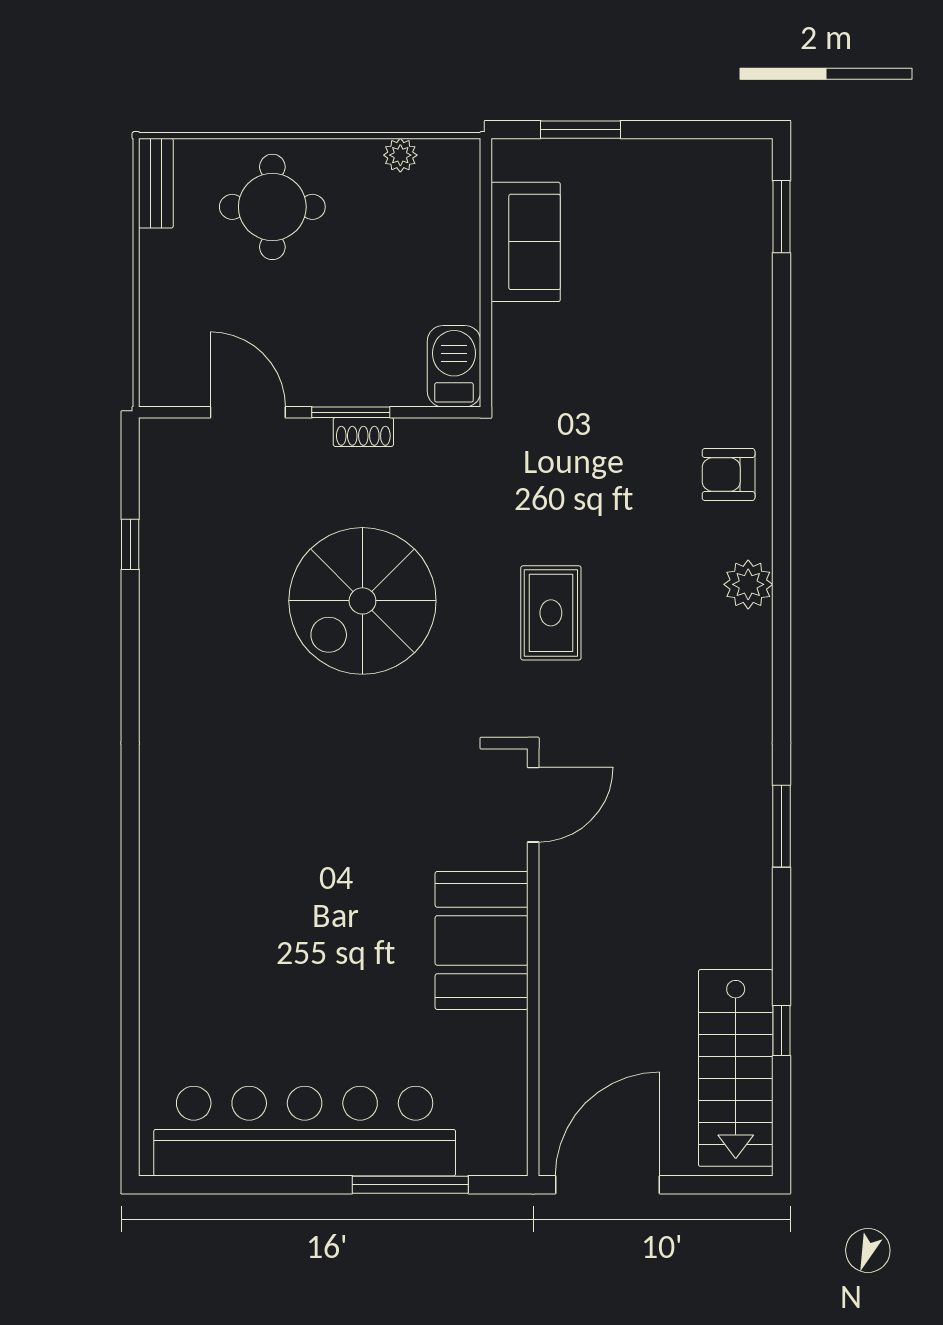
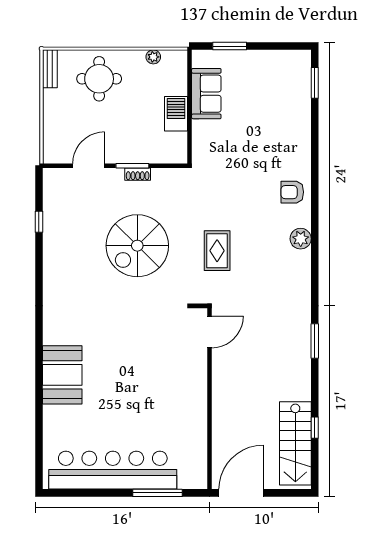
barbecue: (454, 366) -> (176, 114), moved
door: (248, 412) -> (89, 166), hinge flipped
booth: (482, 940) -> (62, 375), moved

